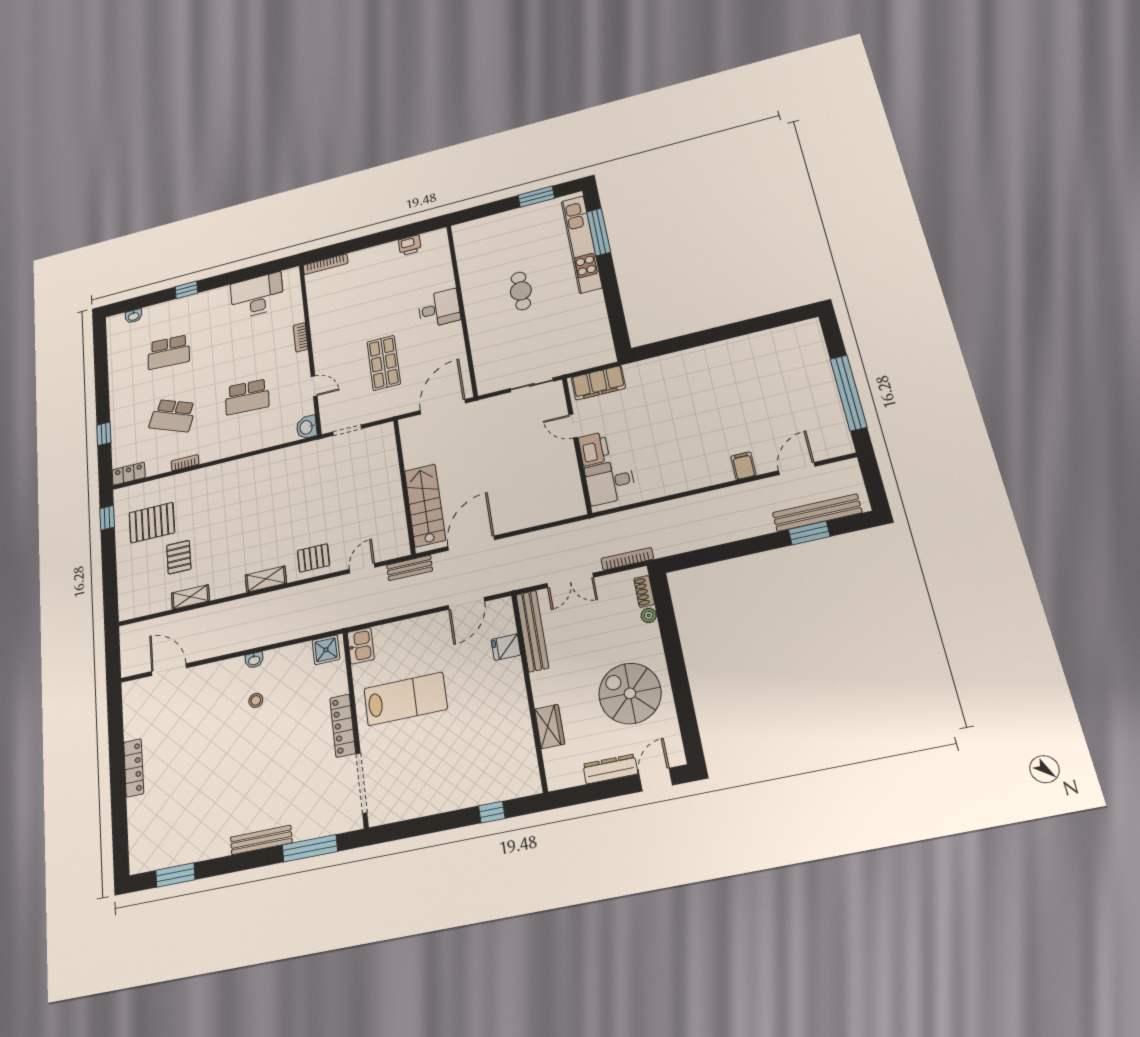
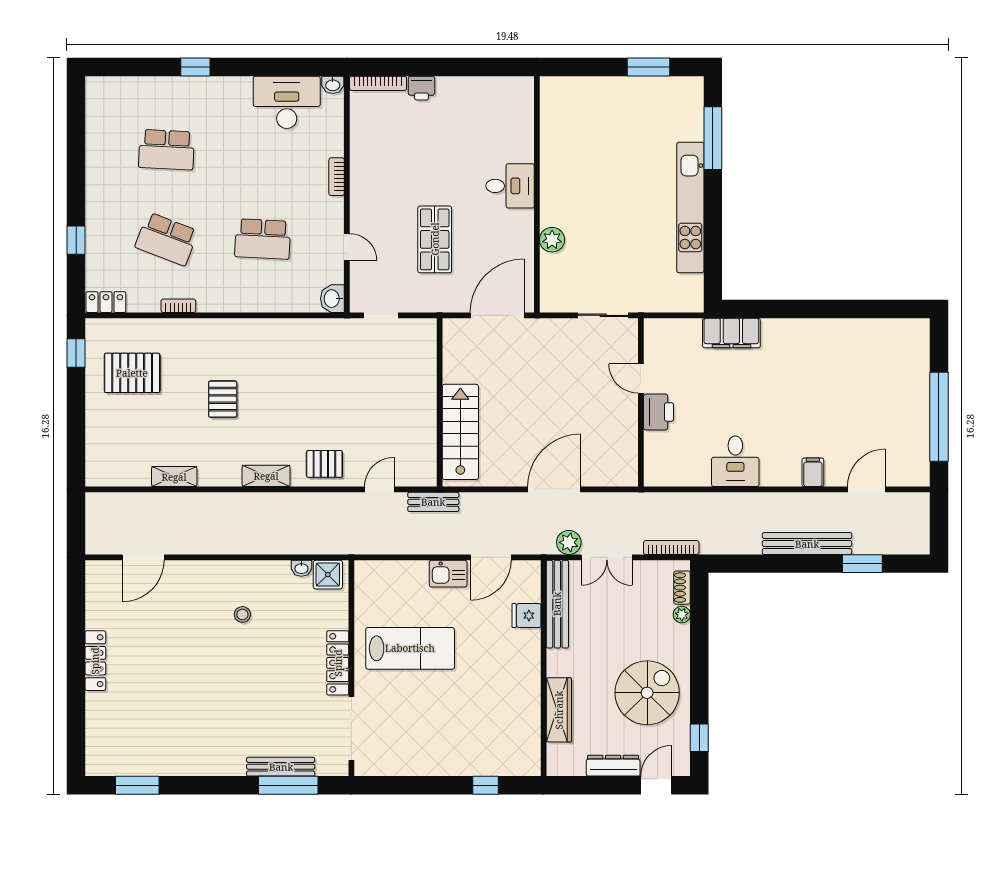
kitchen unit: (581, 244) -> (690, 207), moved
printer: (410, 245) -> (421, 88), moved
cafe table: (521, 291) -> (610, 190), removed
washbasin: (134, 316) -> (333, 85), moved
plant: (479, 339) -> (552, 240), added
filing cabinet: (598, 383) -> (731, 333), moved
desk: (610, 482) -> (735, 461), moved, turned -90
bench: (817, 513) -> (807, 544), moved
door: (471, 543) -> (554, 489), moved
pallet: (179, 557) -> (223, 399), moved
plant: (534, 575) -> (569, 542), added
kitchen sink: (361, 646) -> (448, 574), moved, turned 90
washbasin: (254, 660) -> (301, 568), moved
door: (169, 670) -> (143, 557), swing flipped
spiral stairs: (630, 693) -> (647, 693), turned 90
window: (688, 725) -> (699, 738), added
wardrobe: (550, 727) -> (559, 710), width x1.50
bench: (261, 840) -> (281, 767), moved

